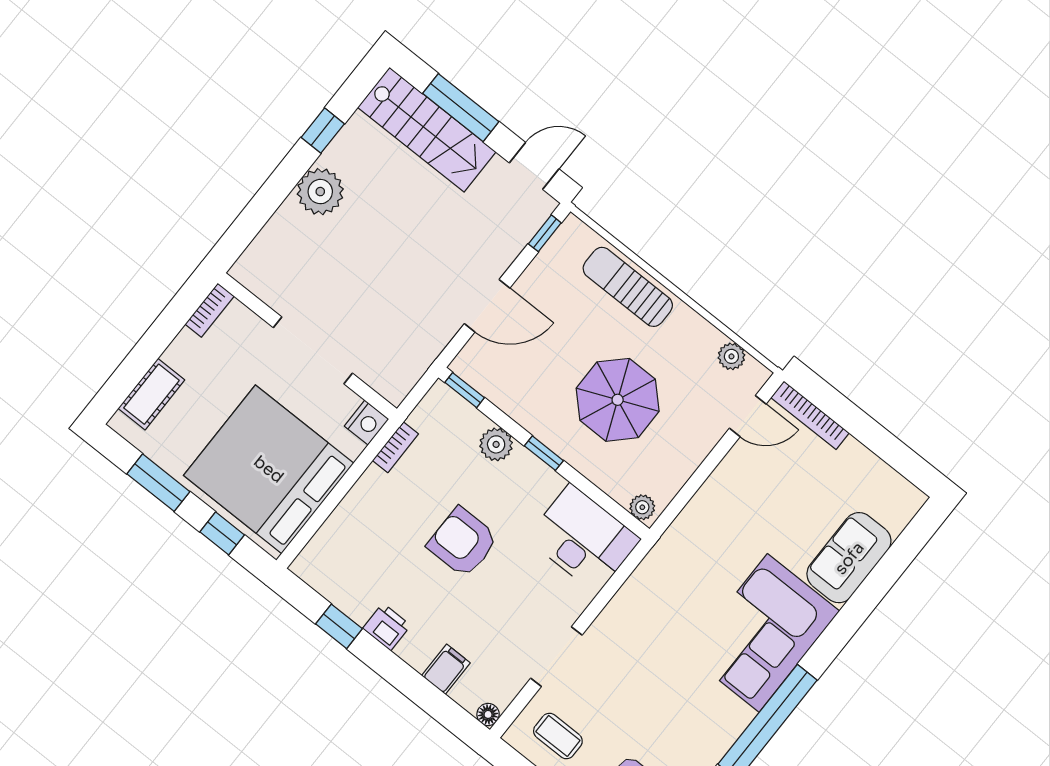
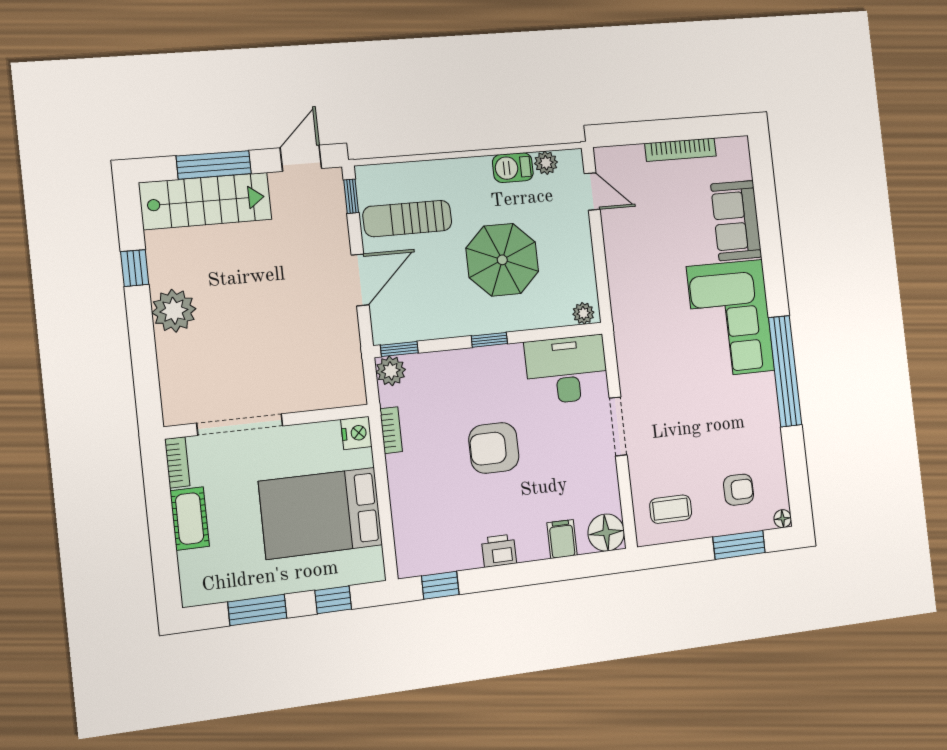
sun lounger: (628, 287) -> (407, 219), moved
barbecue: (700, 334) -> (513, 168), added
doorway: (313, 350) -> (240, 425), moved
cot: (151, 394) -> (190, 519), moved
bookcase: (810, 415) -> (680, 150), moved
door: (748, 416) -> (592, 191), hinge flipped
plant: (496, 444) -> (391, 371), moved
bed: (269, 469) -> (321, 513), width x0.73
window: (339, 626) -> (440, 585), moved
doorway: (556, 657) -> (618, 426), moved
floor lamp: (488, 714) -> (606, 533), width x1.89, depth x1.89

